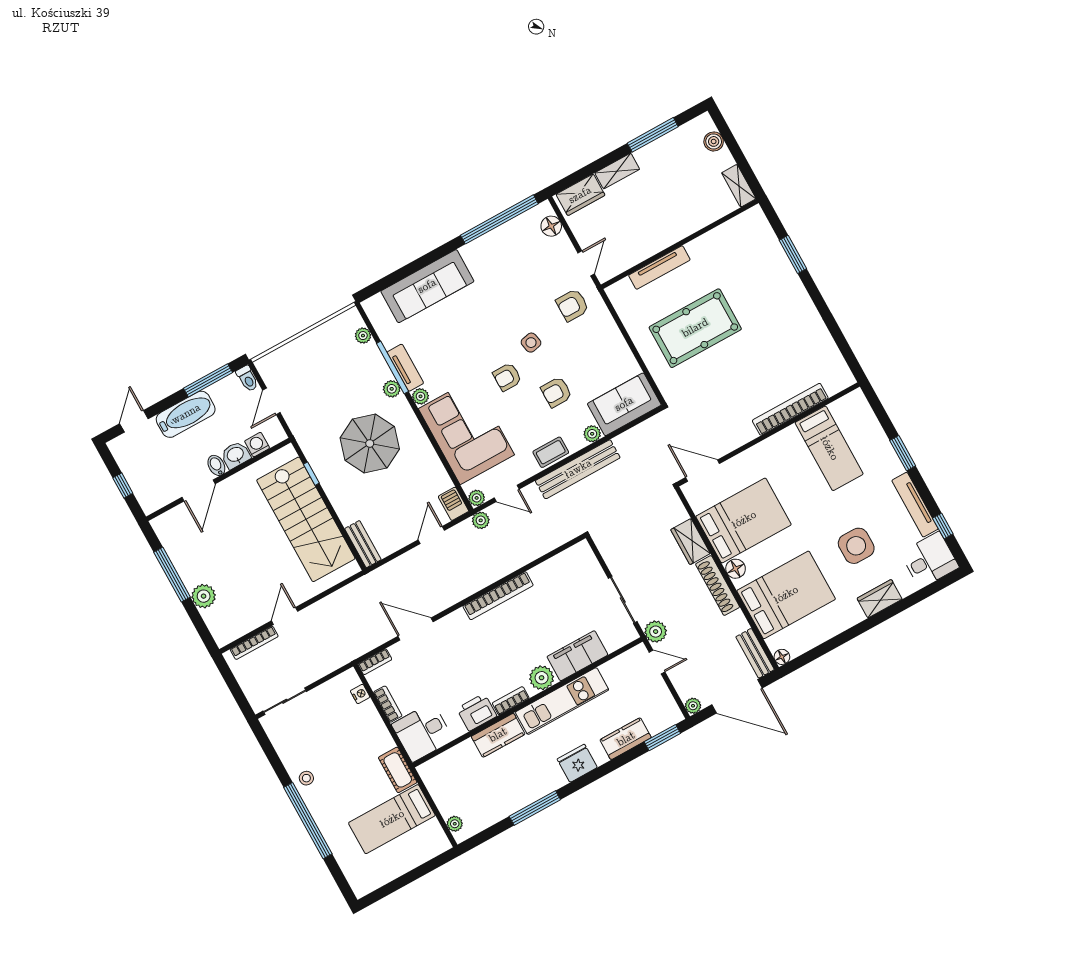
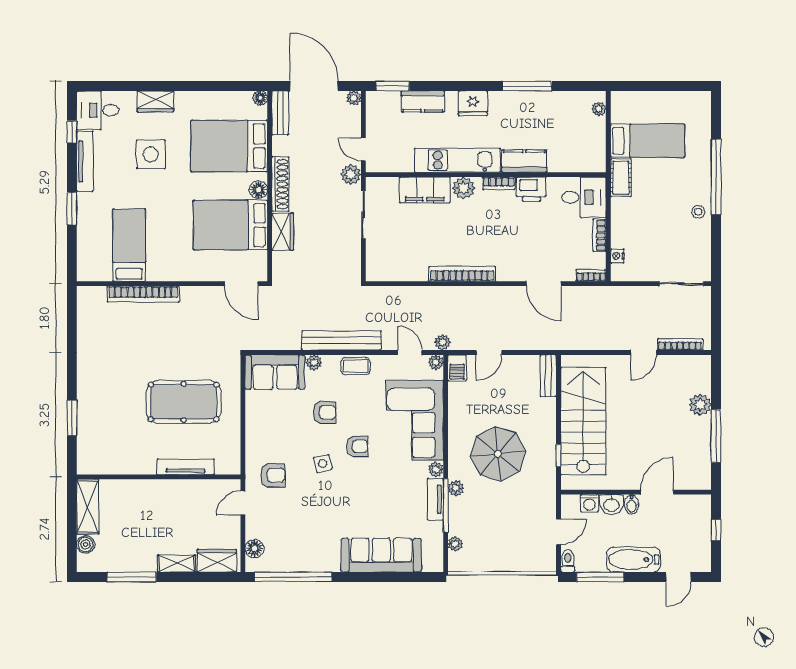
shelving: (739, 186) -> (88, 507), width x1.50, depth x1.33

